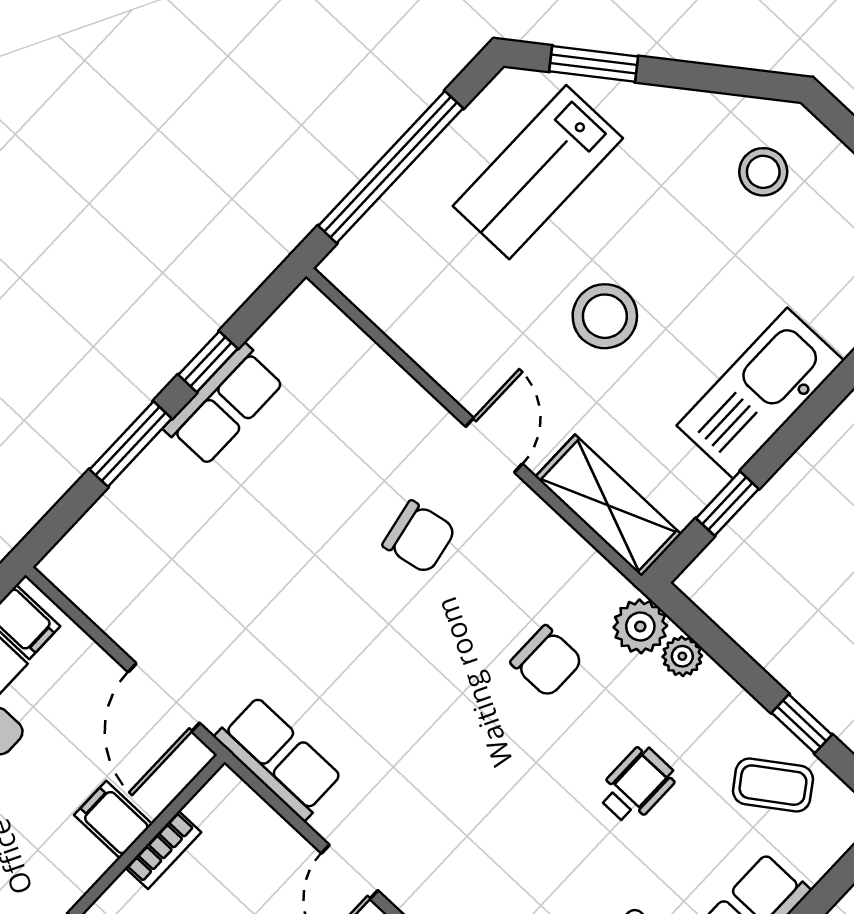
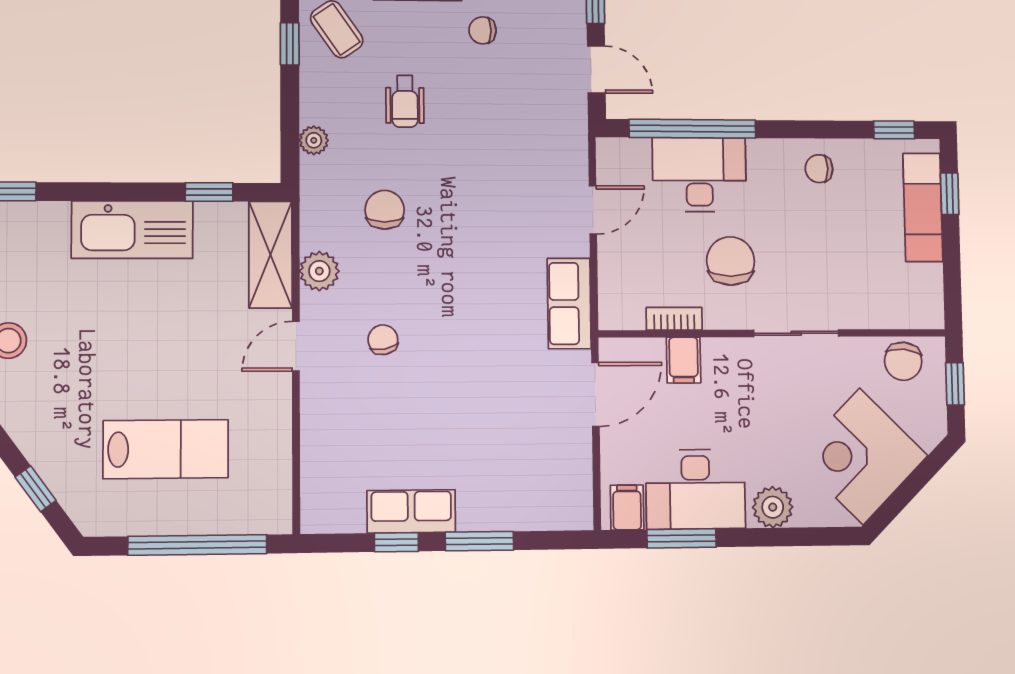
window: (594, 64) -> (36, 489), width x0.67
lab bench: (538, 172) -> (166, 449), moved
stool: (605, 316) -> (169, 352), removed
chair: (419, 537) -> (383, 340), width x0.73, depth x0.73
plant: (640, 626) -> (319, 271), moved
wheelchair: (637, 785) -> (405, 101), turned -90

